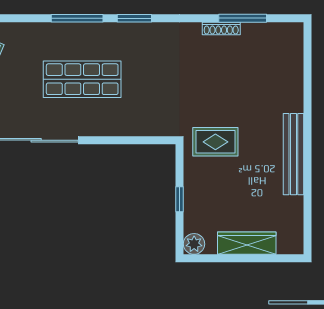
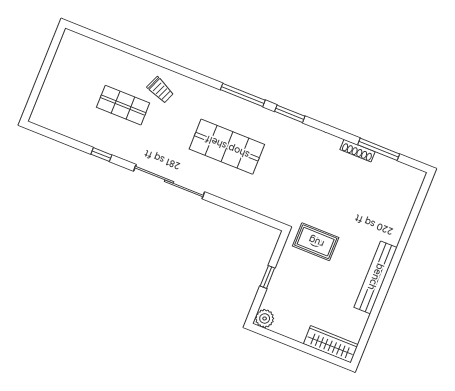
wardrobe: (247, 243) -> (331, 344), moved

